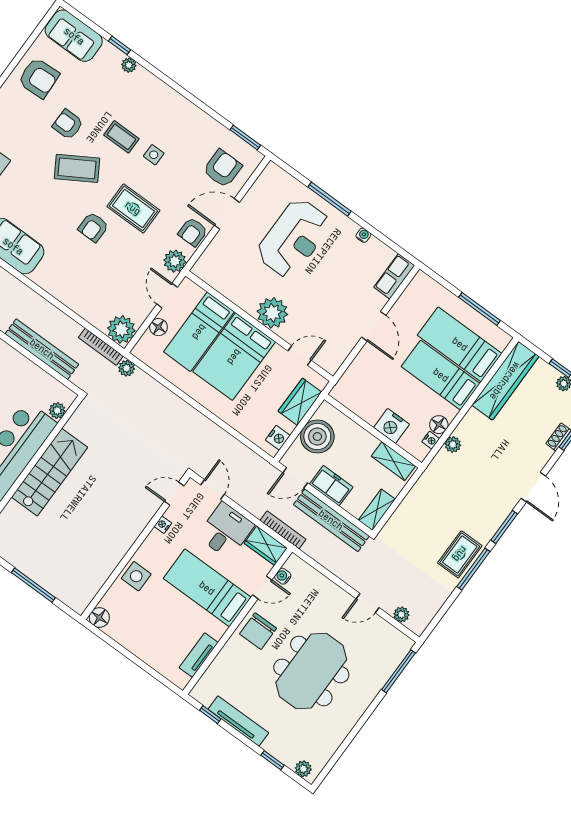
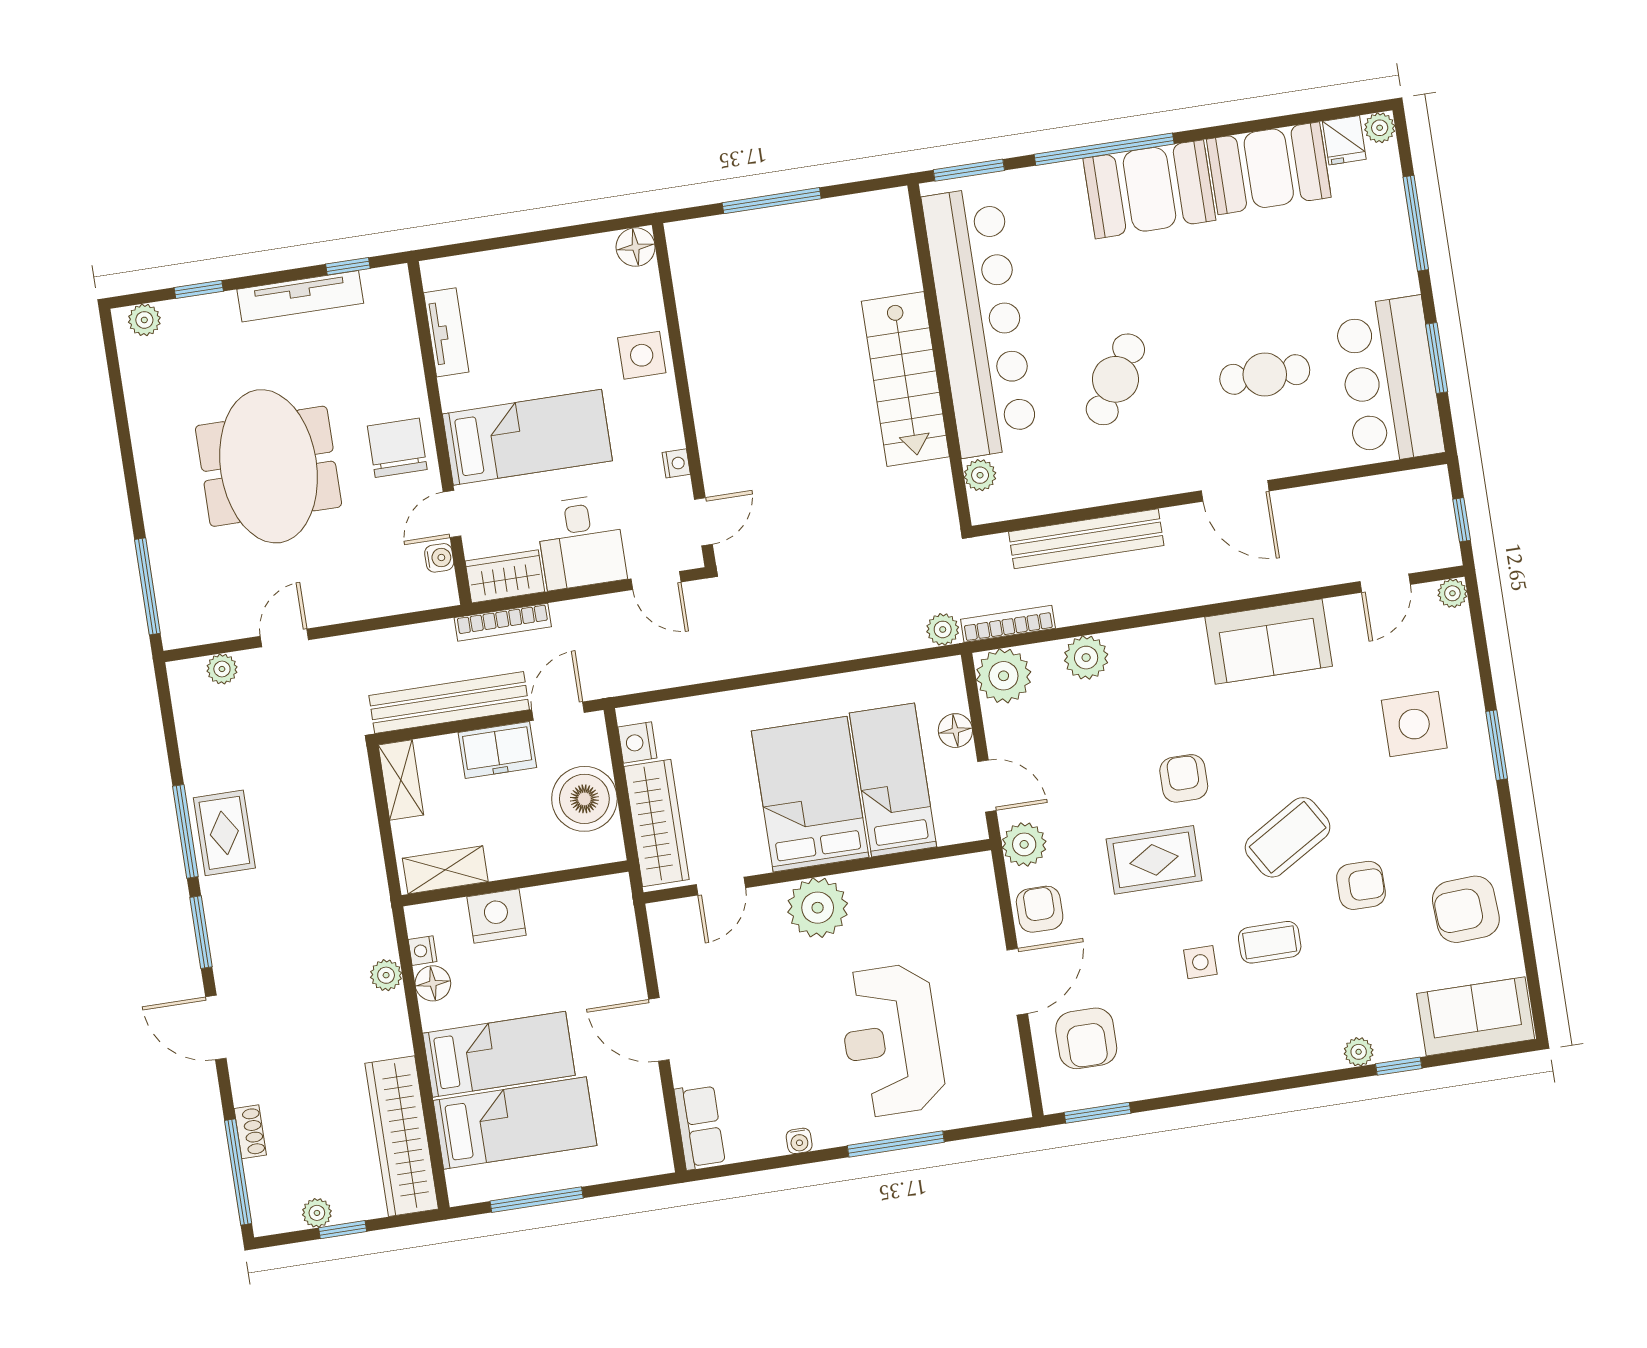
plant: (85, 306) -> (1086, 658), added
wardrobe: (300, 402) -> (657, 823), width x1.50

